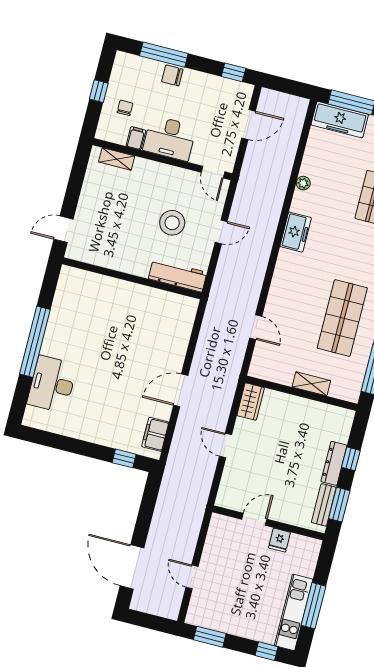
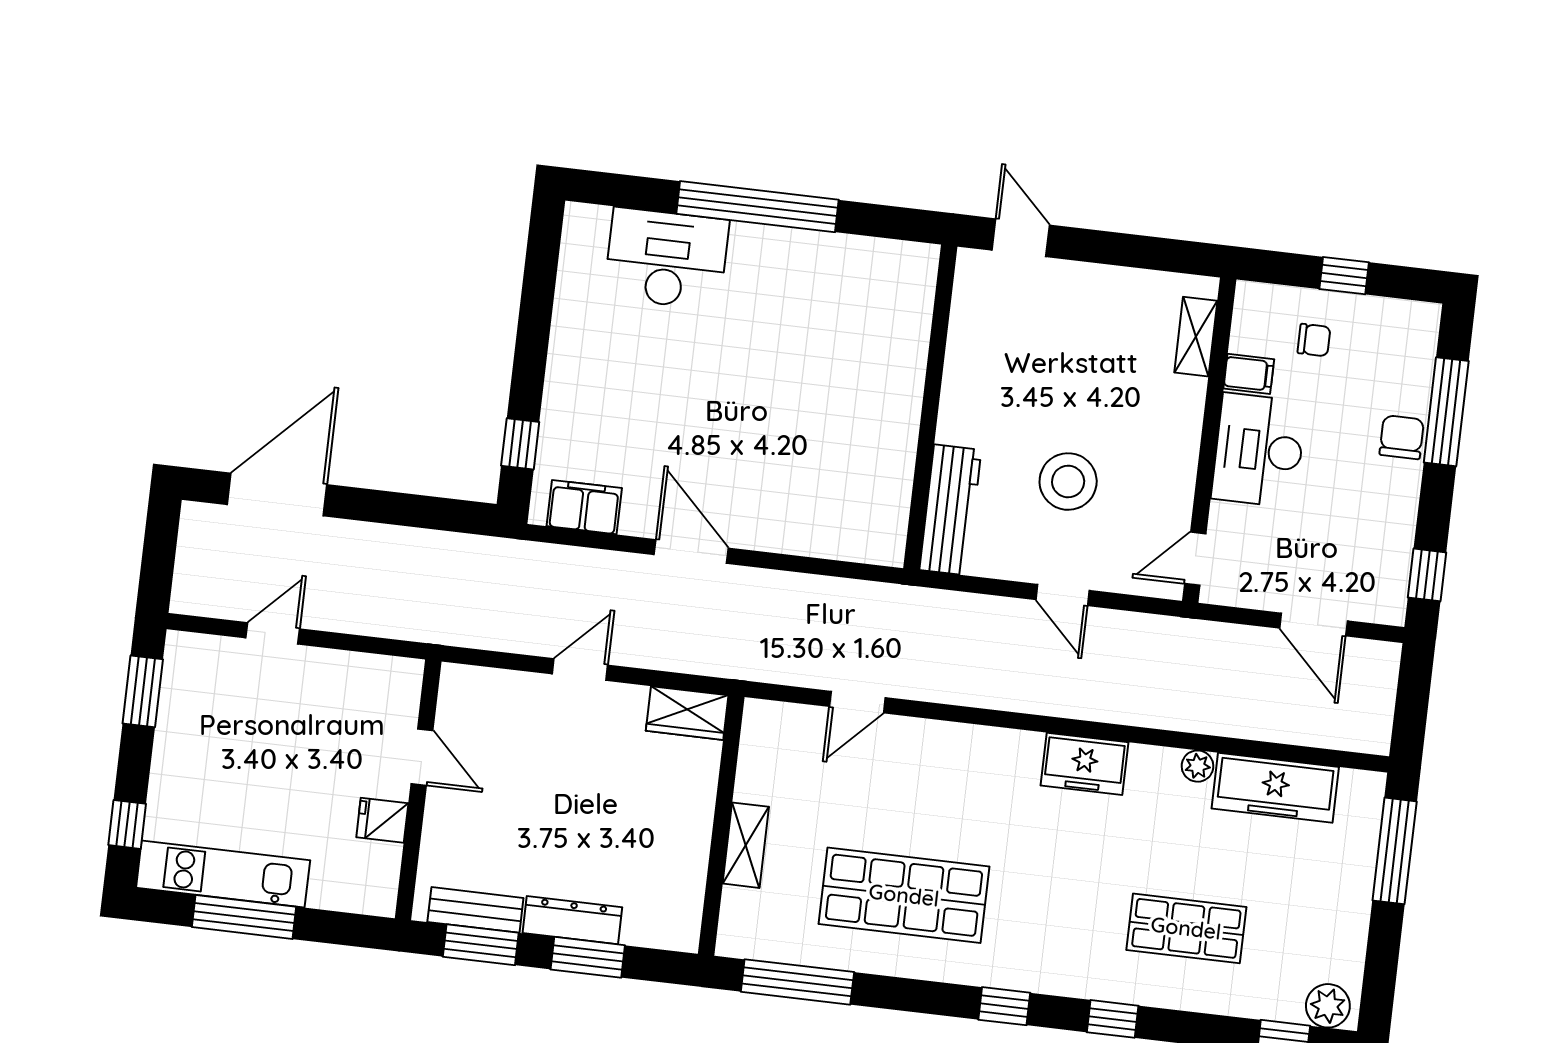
freezer: (340, 120) -> (1275, 788), moved, turned -90
window: (351, 459) -> (588, 957), width x1.50

